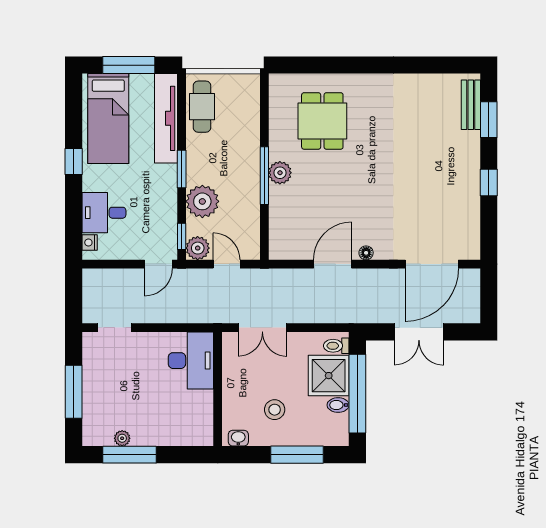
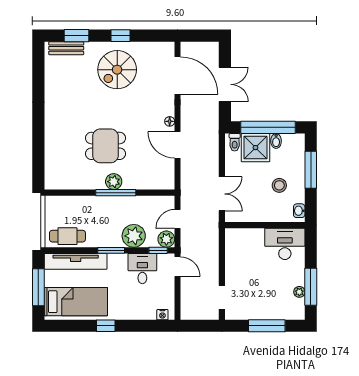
dining table: (322, 121) -> (105, 146), moved
spiral stairs: (440, 178) -> (117, 70), added
desk: (104, 213) -> (142, 269), moved, turned 180
desk: (191, 361) -> (285, 244), moved

